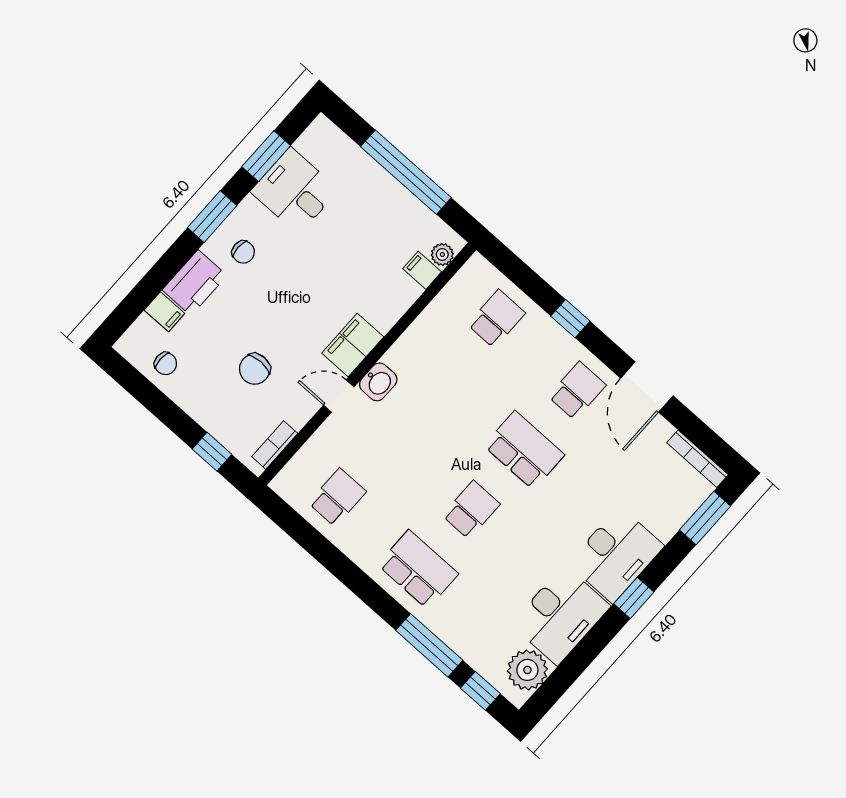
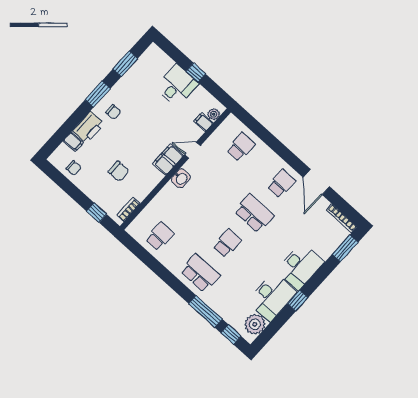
window: (406, 172) -> (196, 73), width x0.32
desk: (295, 191) -> (177, 85), moved, turned 90
window: (570, 319) -> (278, 147), removed
chair: (255, 369) -> (119, 171), turned -90
door: (339, 396) -> (193, 150), moved
window: (634, 598) -> (298, 301), moved

